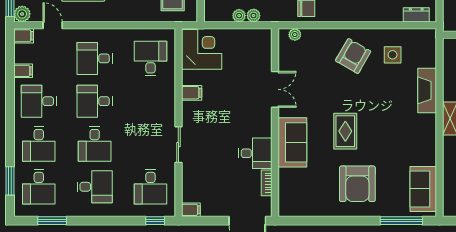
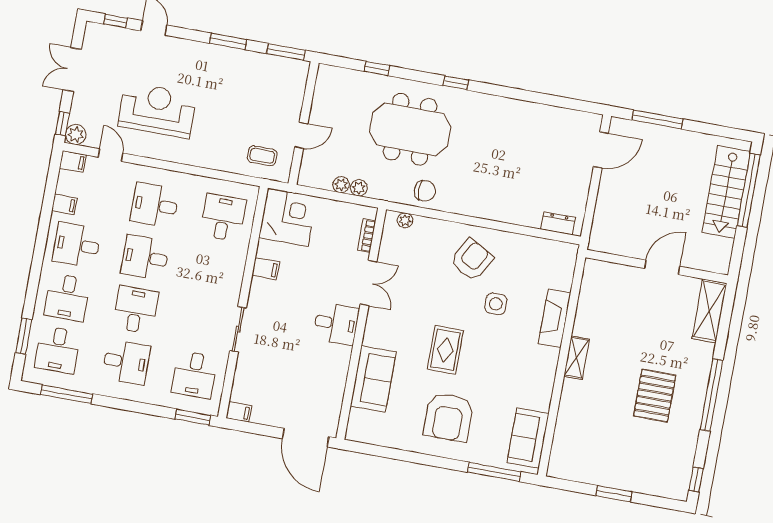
side table: (393, 55) -> (496, 304), moved
sofa: (292, 142) -> (373, 379), moved
desk: (95, 144) -> (136, 310), turned 180
desk: (255, 153) -> (336, 324), moved
bookcase: (267, 183) -> (367, 236), moved
window: (52, 221) -> (66, 394), width x1.44
window: (155, 221) -> (193, 417), width x1.50

